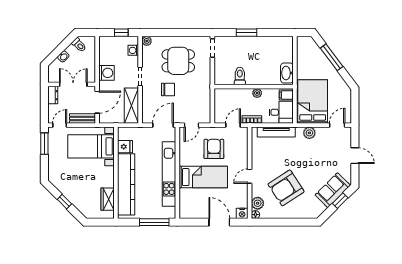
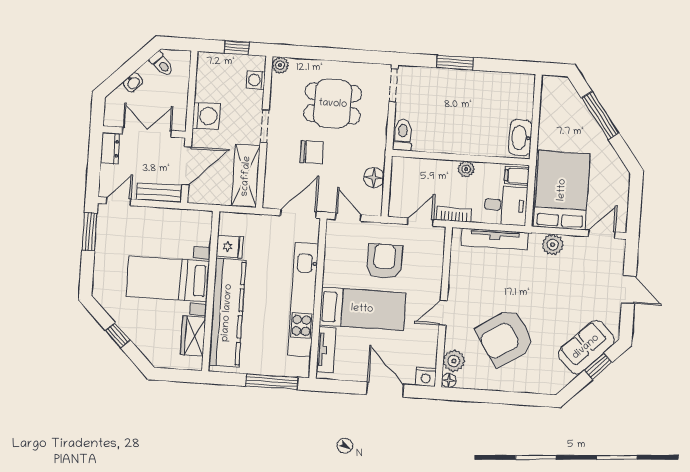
toilet: (240, 76) -> (403, 135), moved
floor lamp: (205, 102) -> (374, 178), added
door: (192, 125) -> (348, 217), swing flipped
bed with nightstands: (91, 146) -> (168, 279), moved
tv unit: (184, 202) -> (326, 350), added

